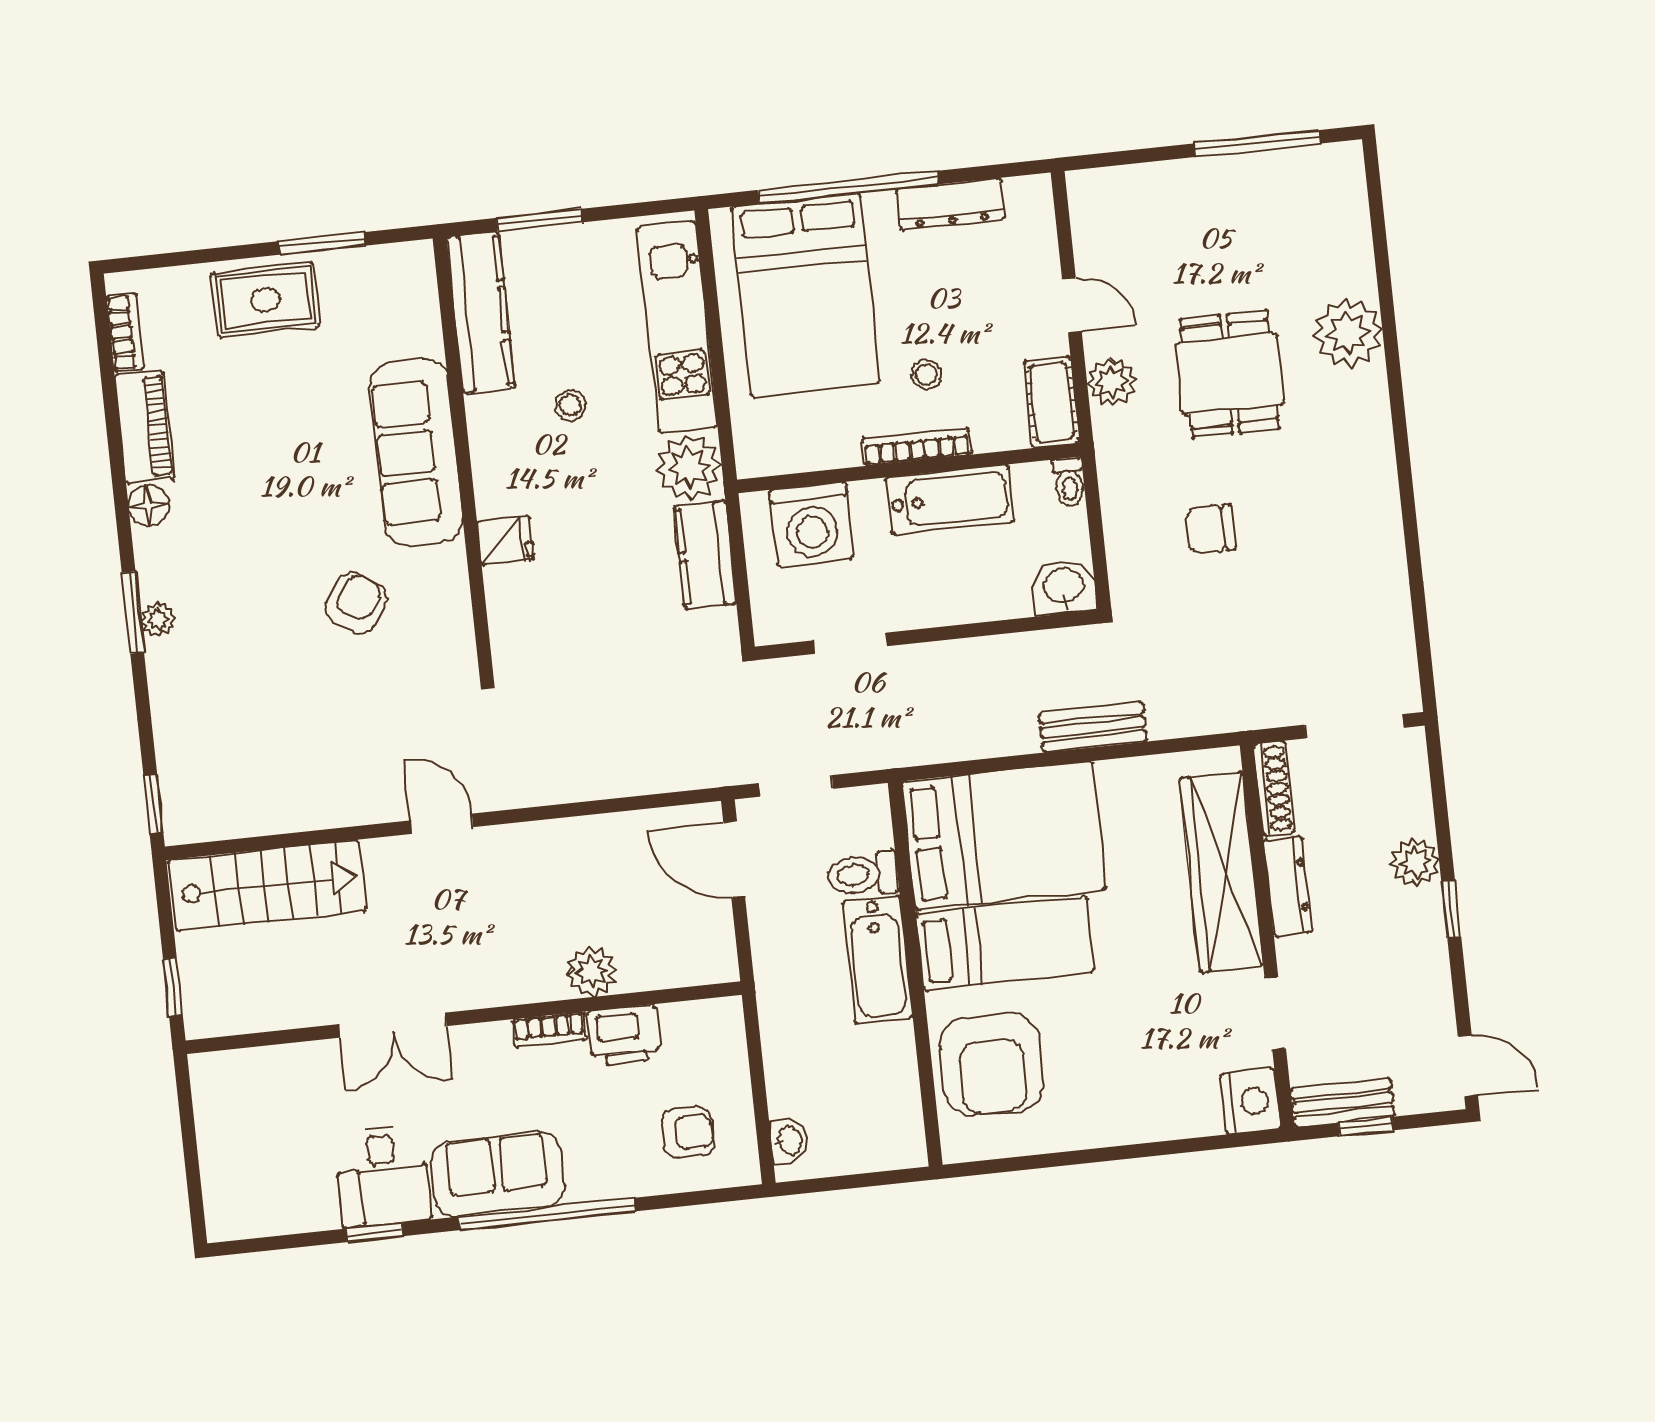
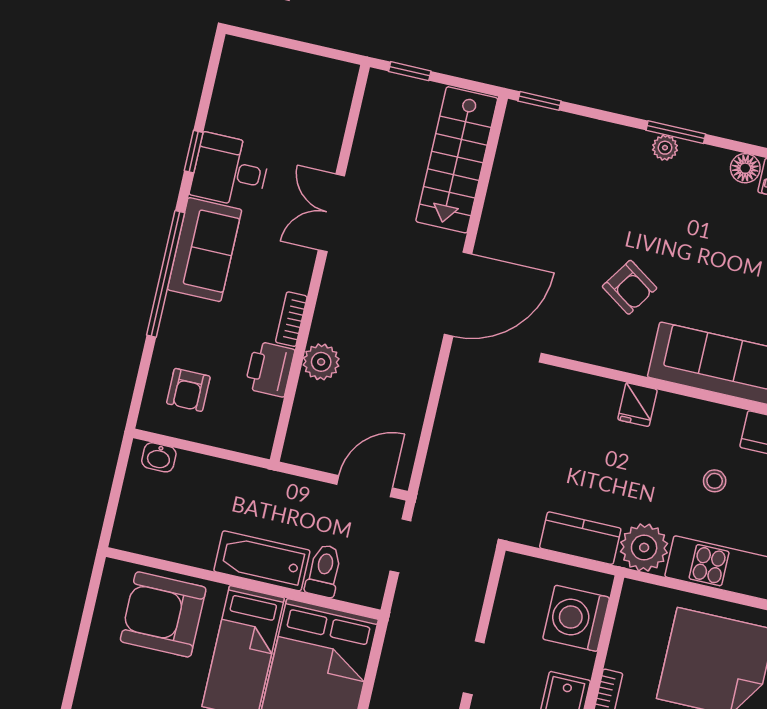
doorway: (851, 643) -> (474, 668), moved
door: (442, 824) -> (458, 294), width x1.88

